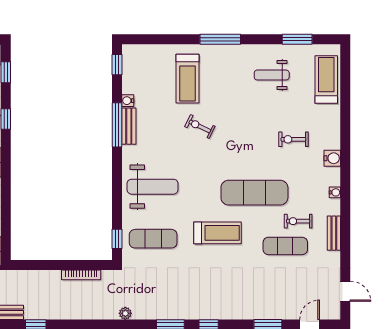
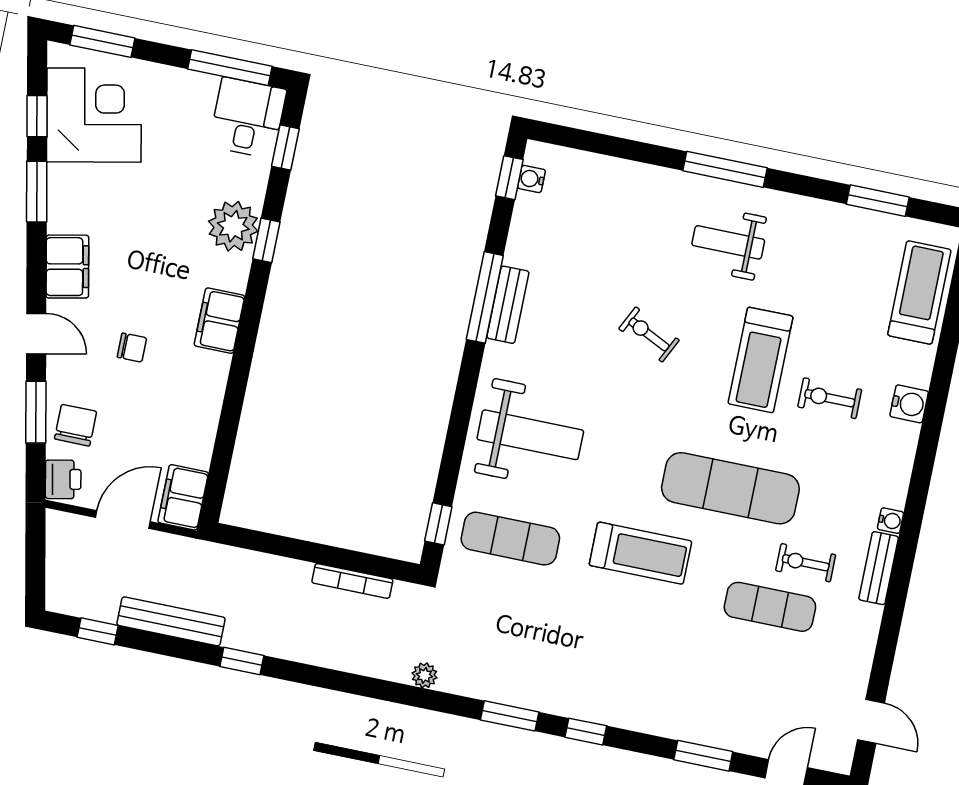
weight bench: (272, 75) -> (728, 242), moved
treadmill: (187, 79) -> (760, 360), moved
water cooler: (128, 101) -> (531, 179), moved
water cooler: (332, 158) -> (909, 404), moved
bench: (334, 233) -> (879, 568), moved

